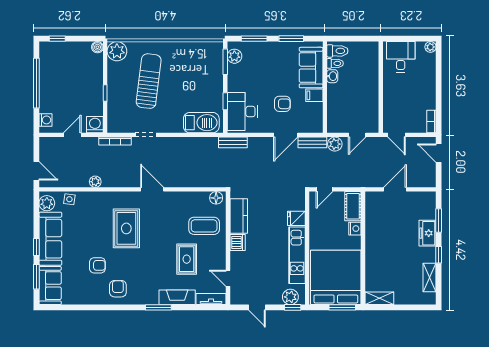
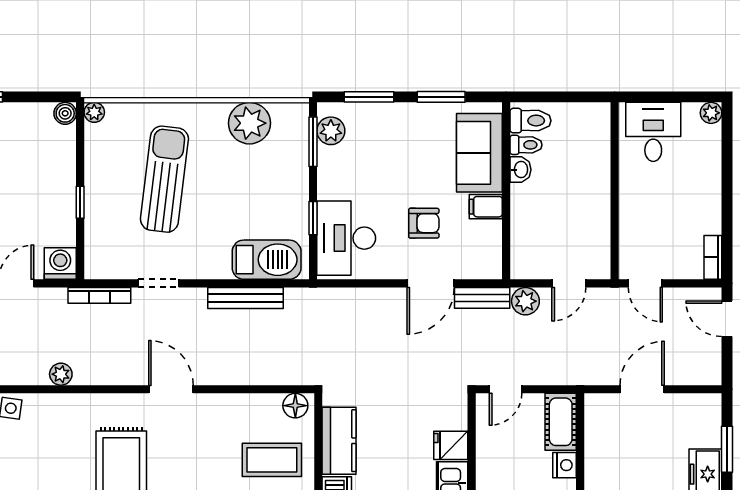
plant: (117, 51) -> (94, 112), width x0.53, depth x0.53
plant: (192, 52) -> (249, 123), added
bench: (233, 142) -> (245, 298), moved, width x1.36

